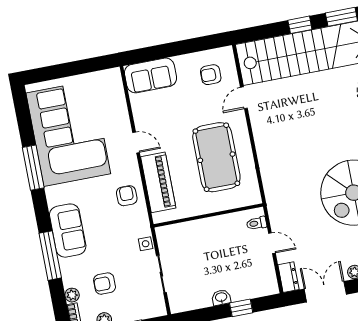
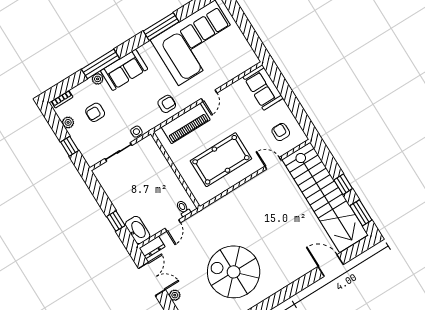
armchair: (105, 284) -> (95, 112), turned -90
plant: (72, 295) -> (98, 79), moved
washbasin: (221, 297) -> (138, 230), moved, width x1.91, depth x1.45

